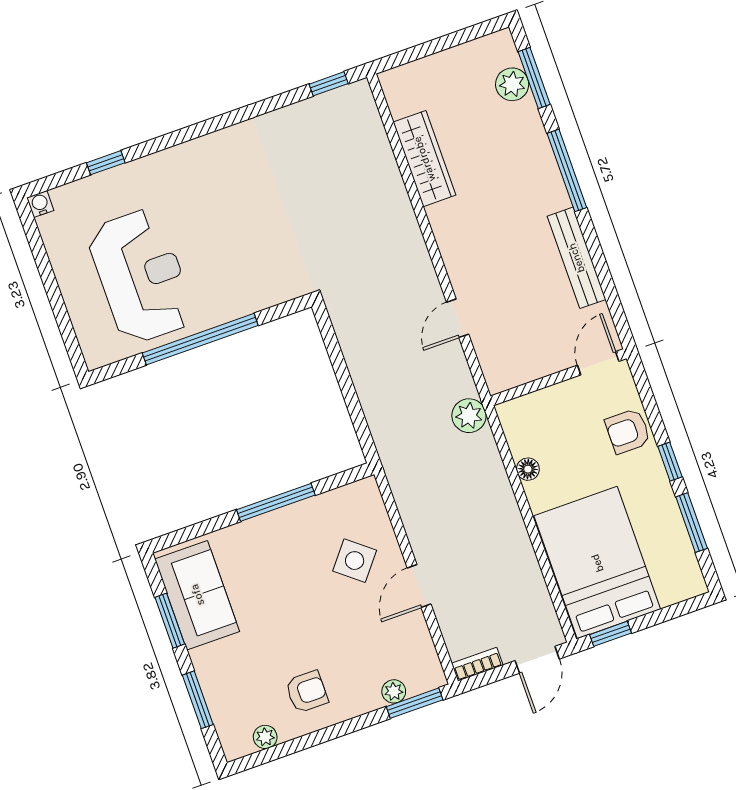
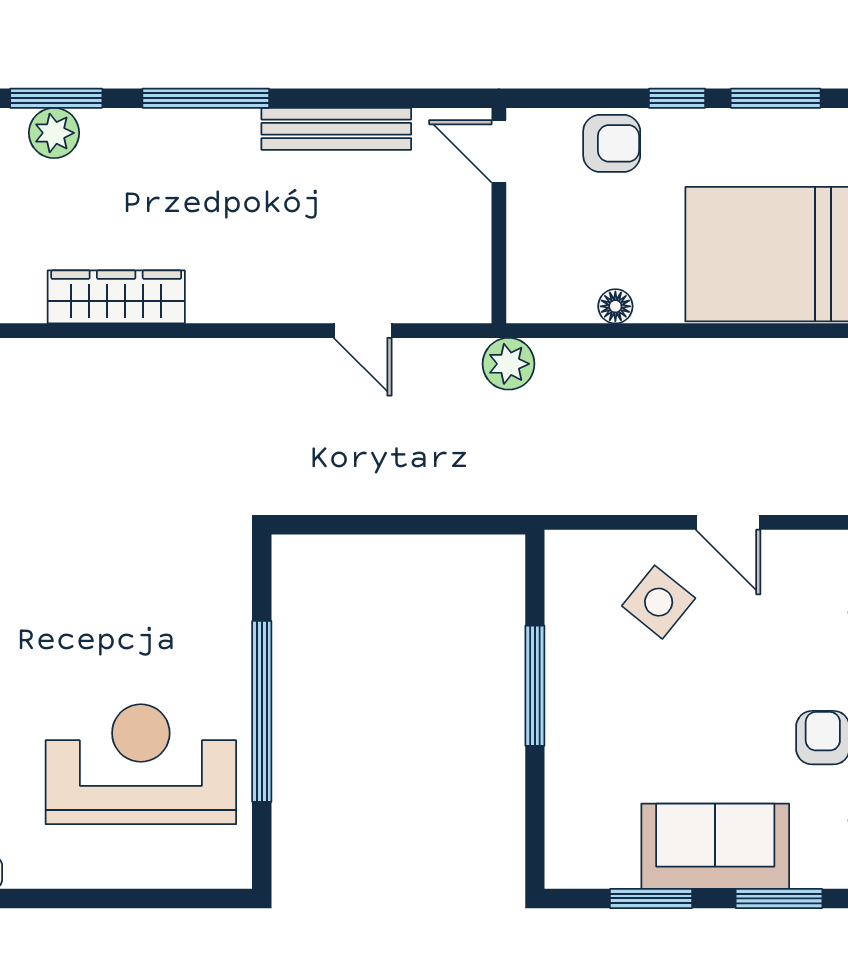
armchair: (628, 431) -> (612, 143), turned -90
sofa: (197, 595) -> (715, 846), moved

